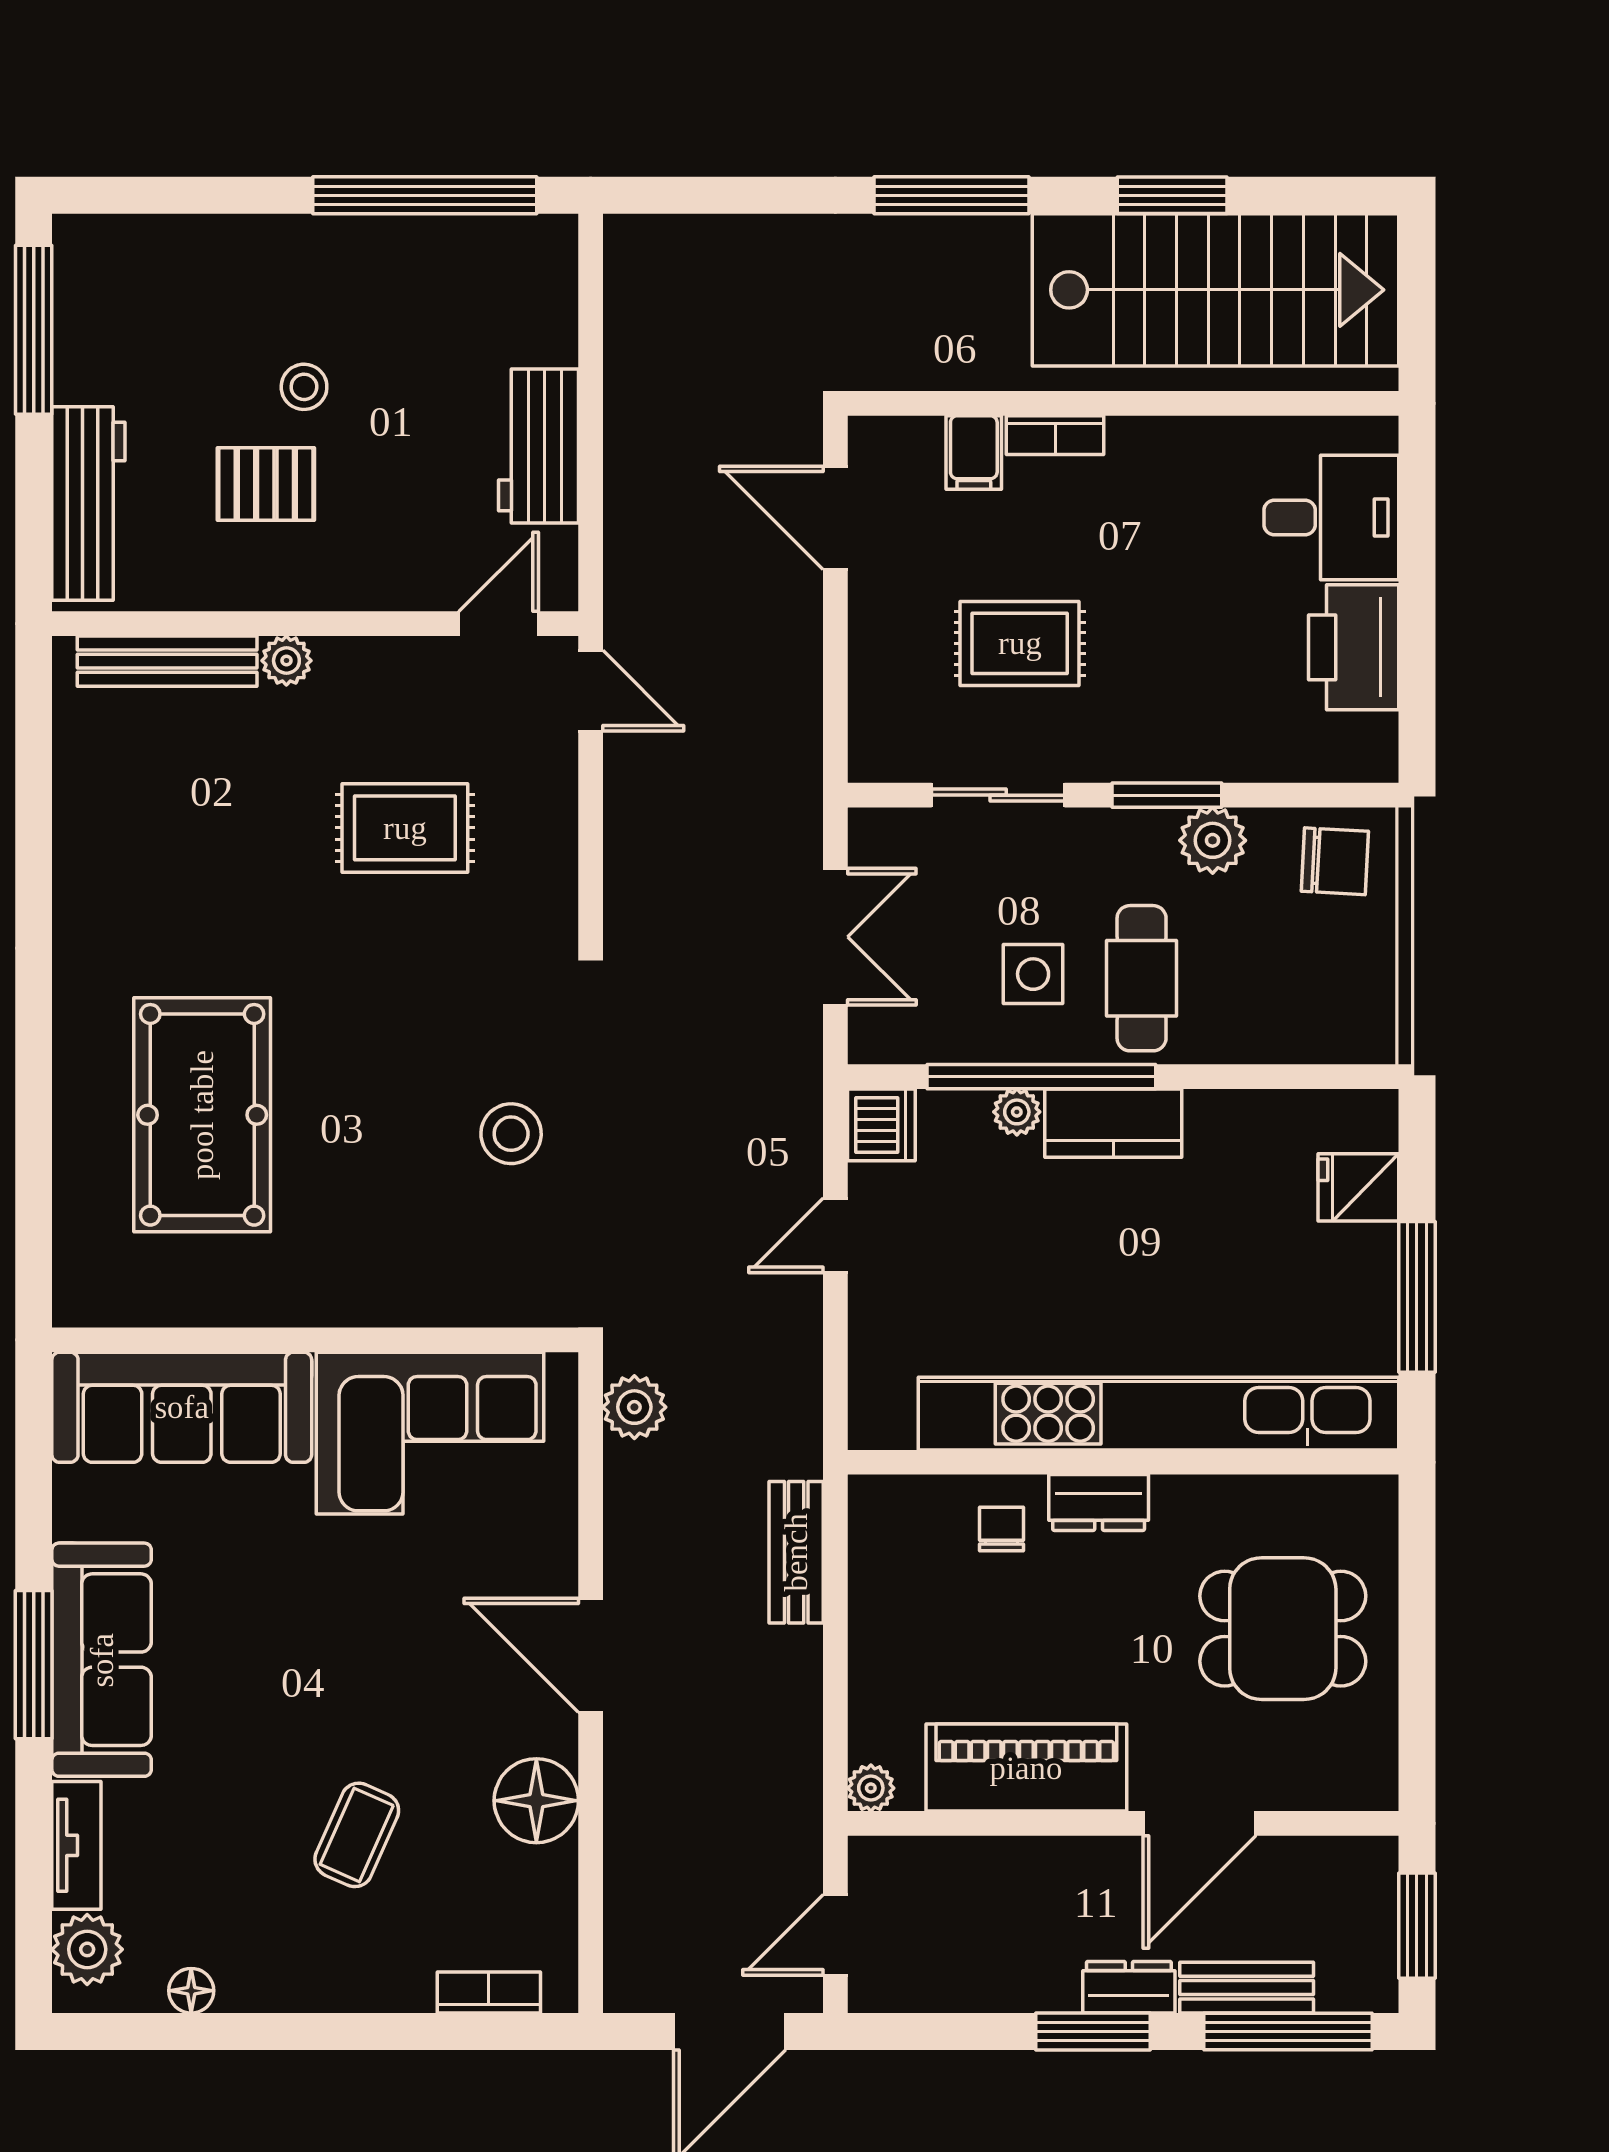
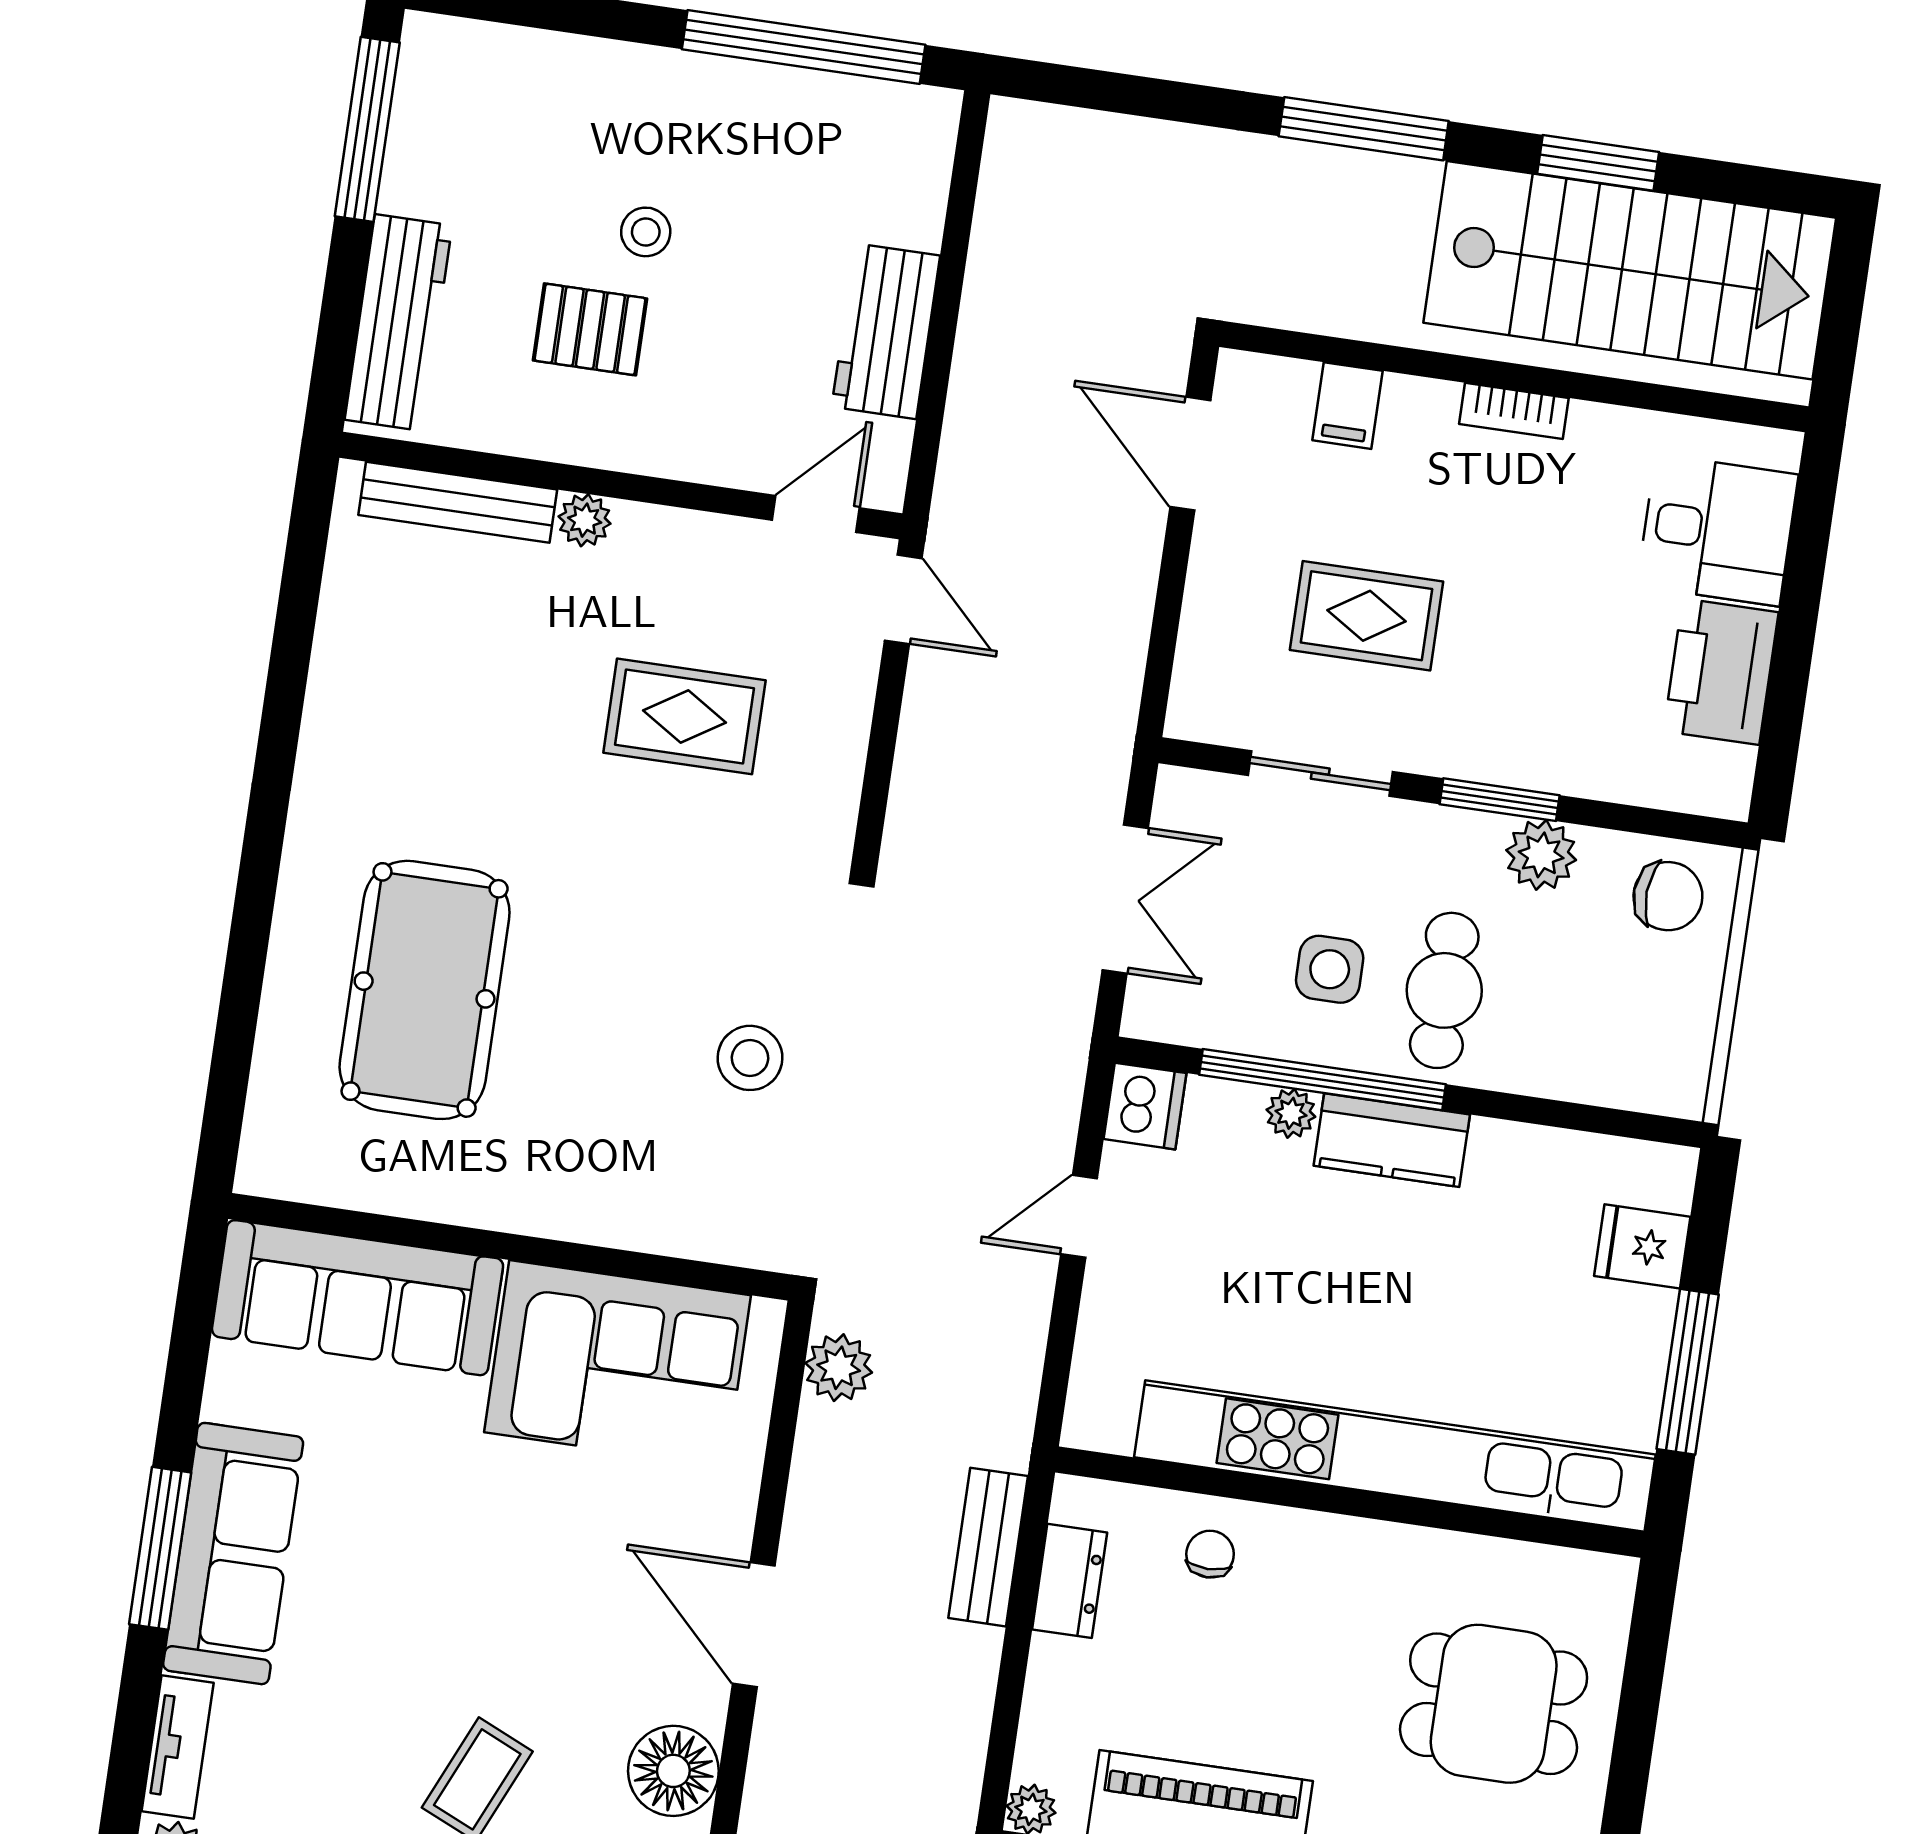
bookcase: (1055, 435) -> (1514, 411), moved
dresser: (1099, 1502) -> (1070, 1581), moved, turned -90

